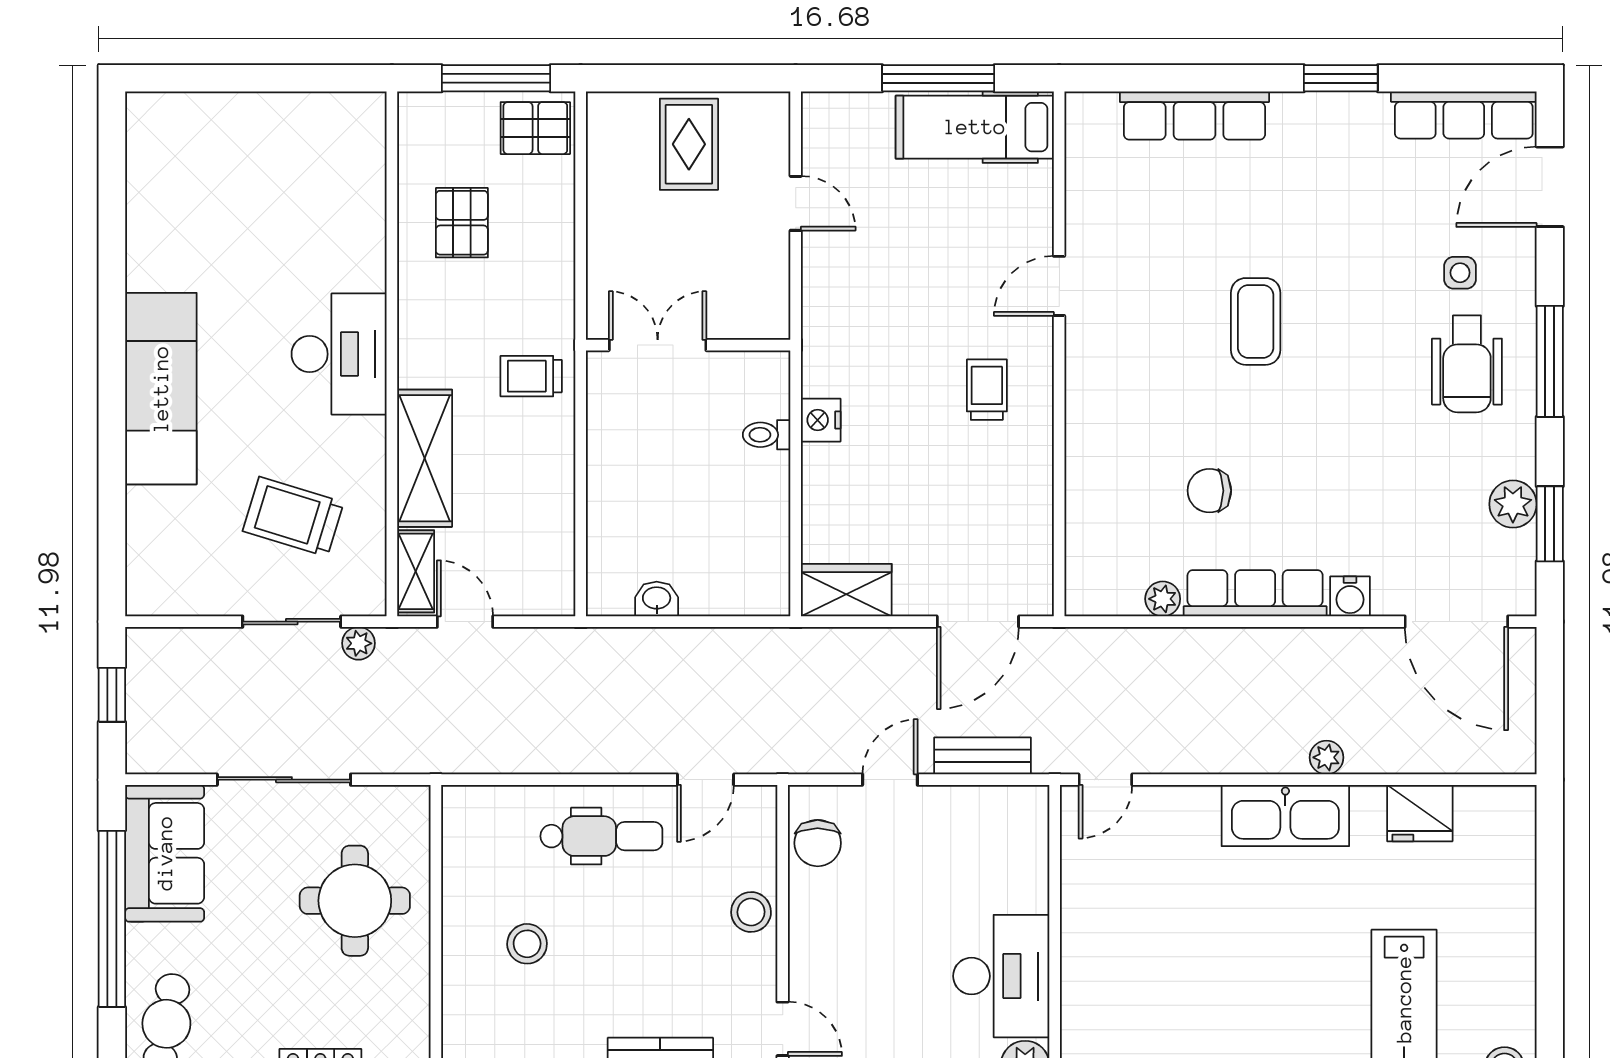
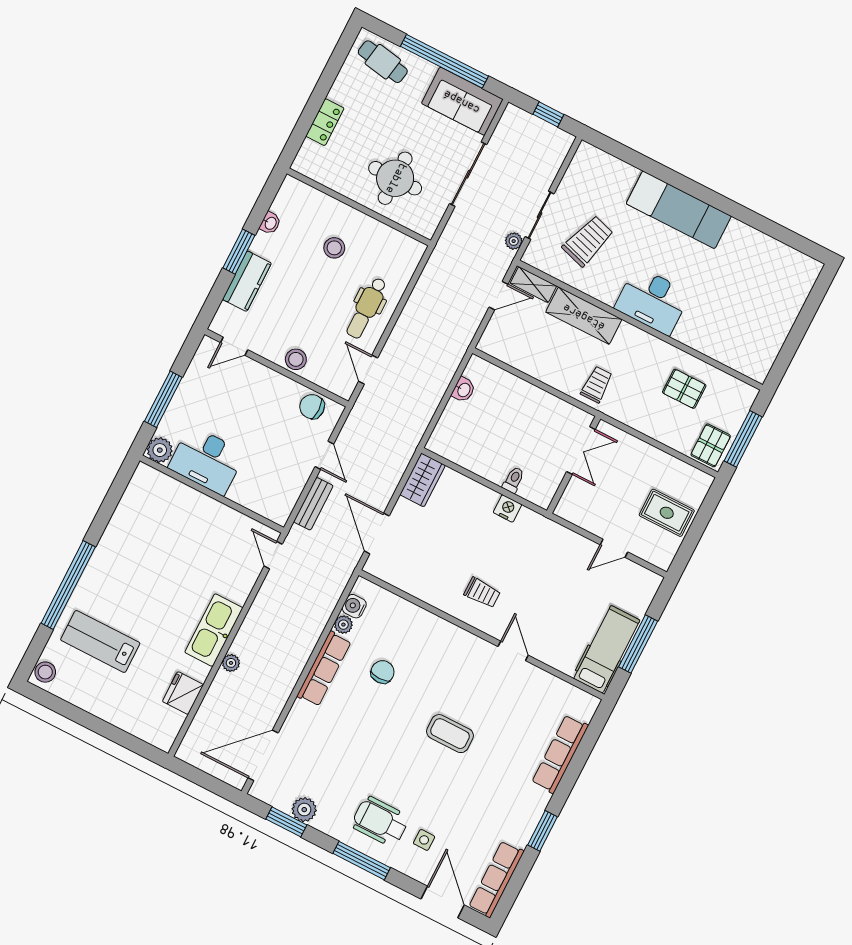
water cooler: (1350, 596) -> (354, 606), moved

